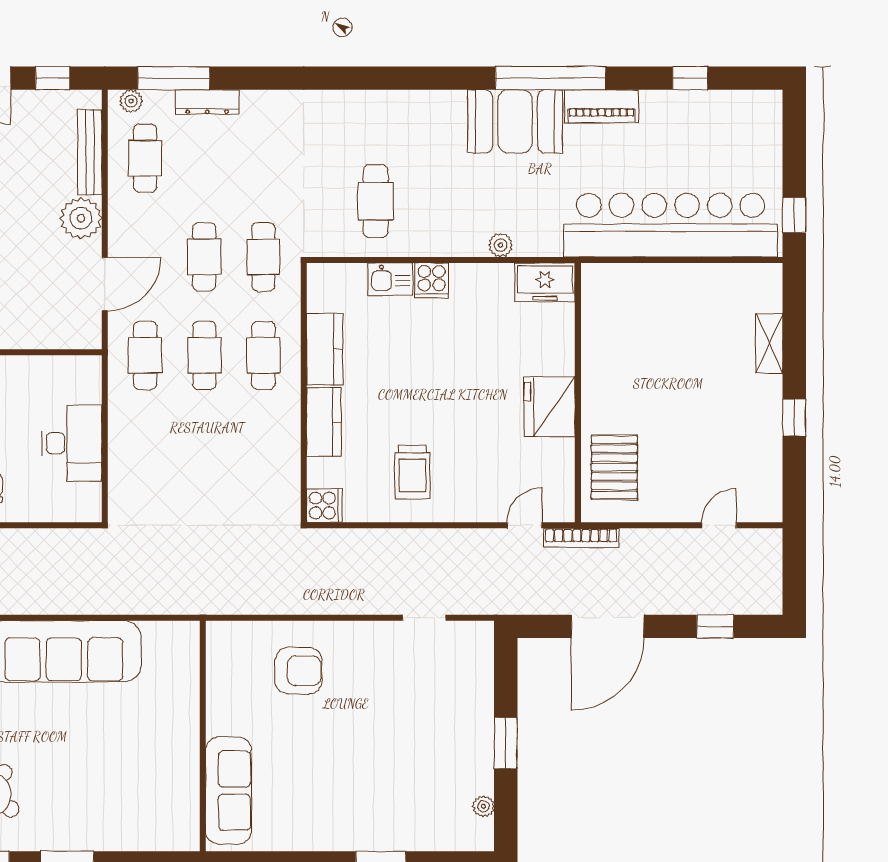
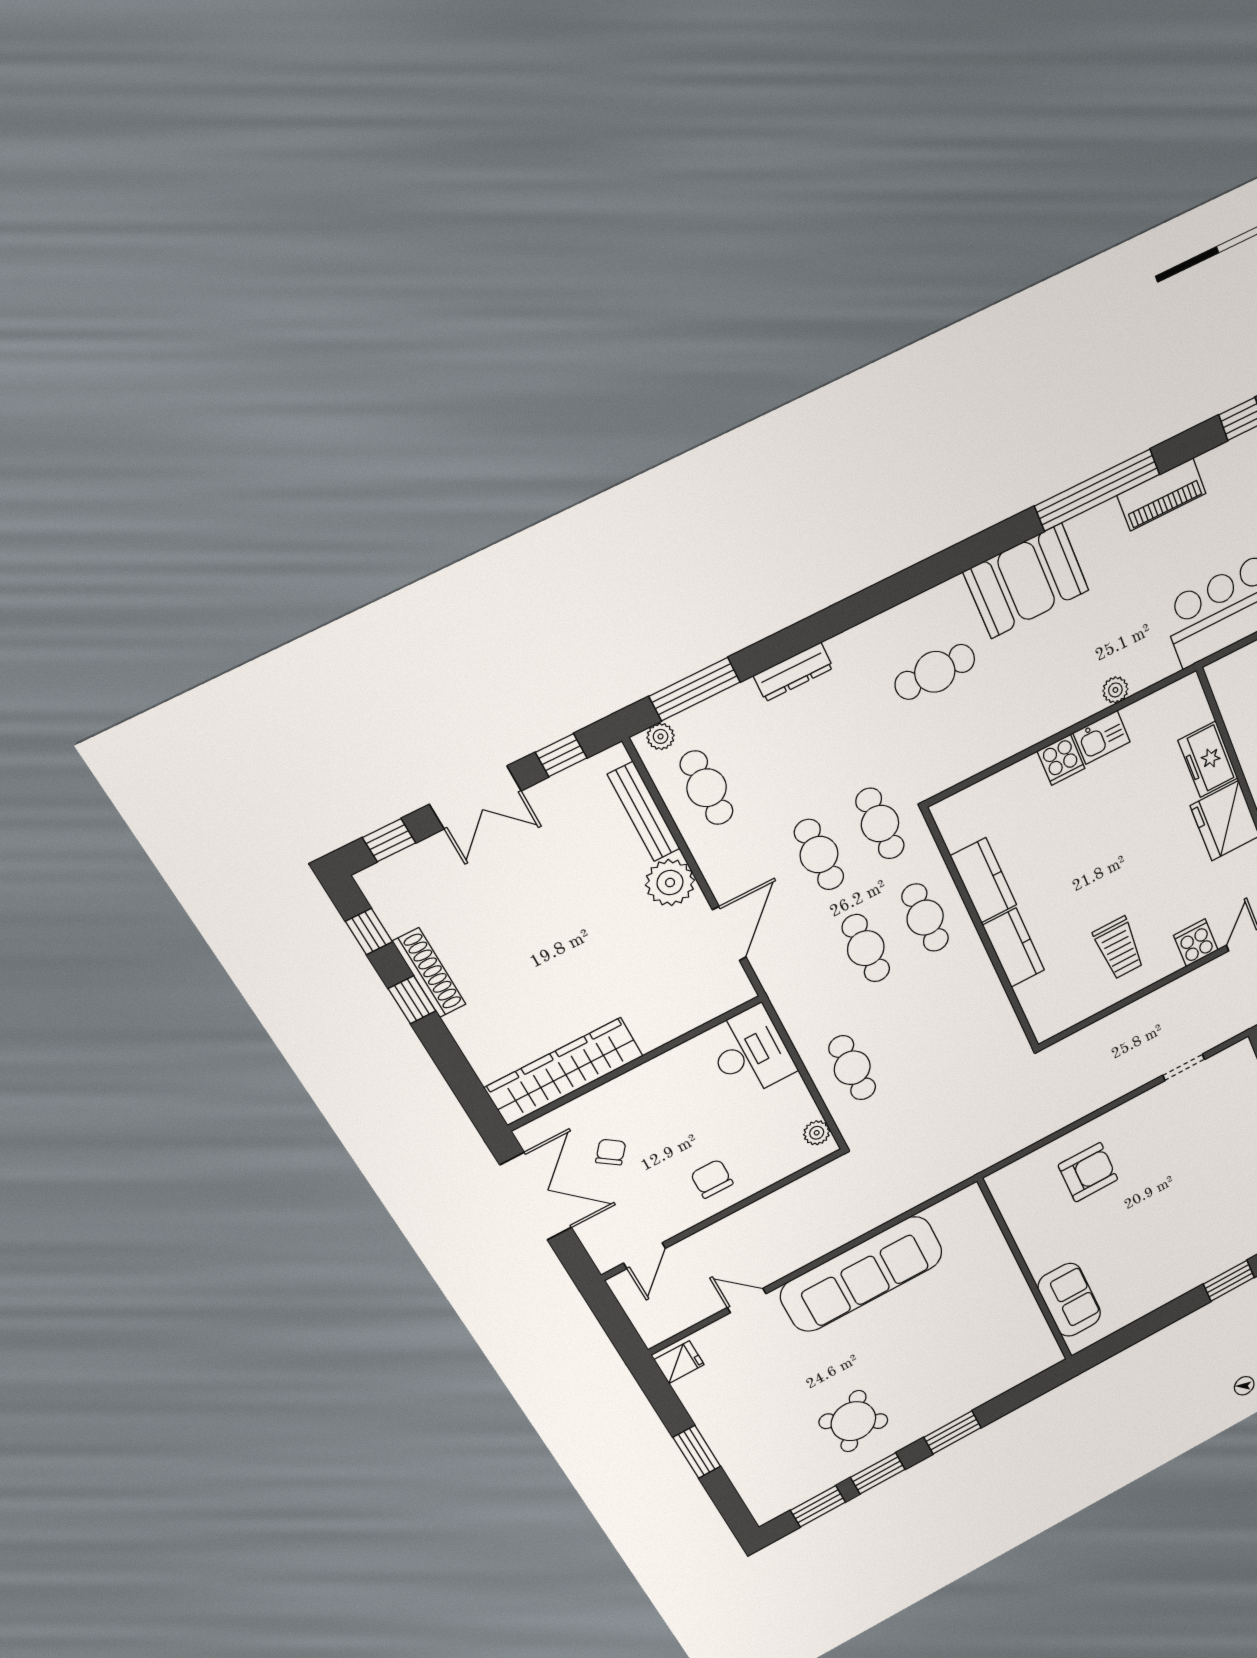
dresser: (207, 102) -> (793, 672), moved
booth: (515, 121) -> (1026, 581), moved
cafe table: (376, 201) -> (935, 672), moved, turned 90
kitchen sink: (390, 279) -> (1102, 737), moved
freezer: (545, 282) -> (1208, 759), moved, turned 90
cafe table: (145, 355) -> (852, 1068), moved
desk: (72, 443) -> (750, 1052), moved
plant: (90, 496) -> (817, 1133), added
cooker: (325, 505) -> (1196, 943), moved, turned -90
sofa: (229, 791) -> (1069, 1300), width x0.73

